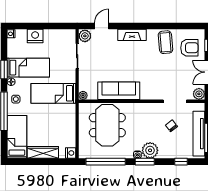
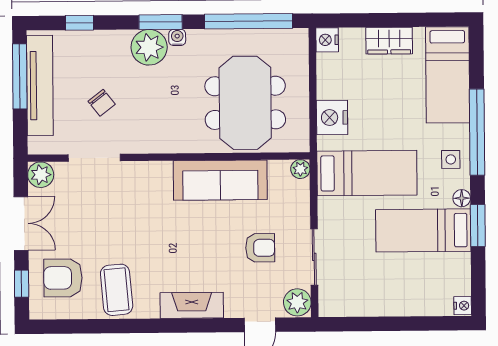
nightstand: (35, 36) -> (332, 117), moved, turned 90
armchair: (101, 60) -> (260, 248), added
wardrobe: (43, 152) -> (389, 41), width x0.67

